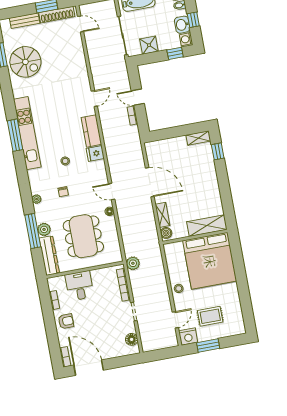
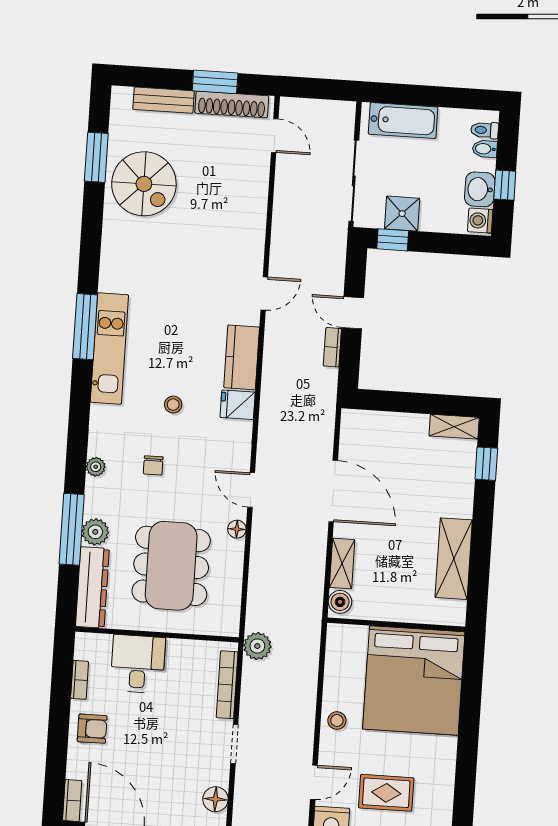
window: (175, 53) -> (393, 240), moved
kitchen unit: (27, 133) -> (109, 349), width x0.73
shelving: (207, 226) -> (454, 559), moved, turned 90

